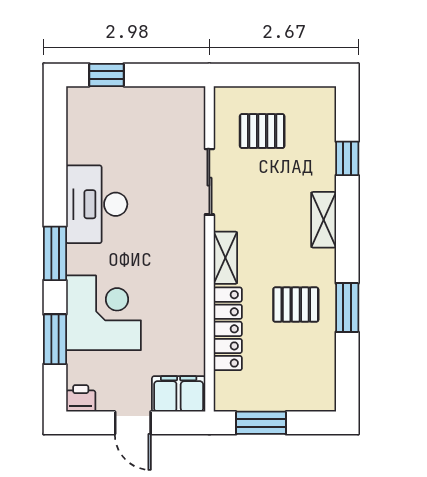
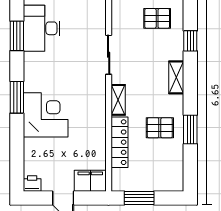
pallet: (262, 131) -> (157, 18), moved
desk: (97, 204) -> (42, 28), moved
corner desk: (104, 313) -> (46, 115), moved
window: (55, 339) -> (17, 36), moved

